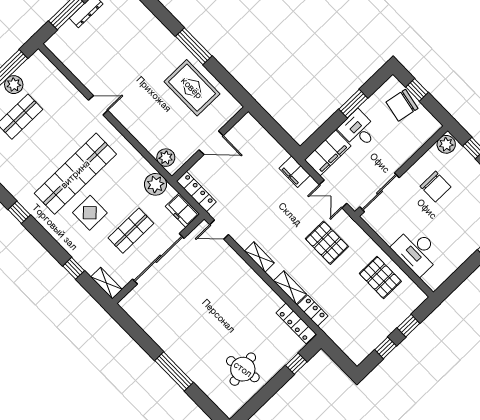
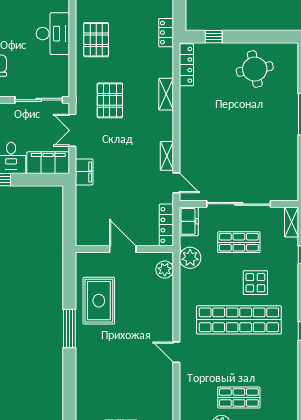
double door: (333, 194) -> (72, 130), swing flipped
shelving: (259, 257) -> (167, 156), moved
locker: (313, 311) -> (166, 33), moved

